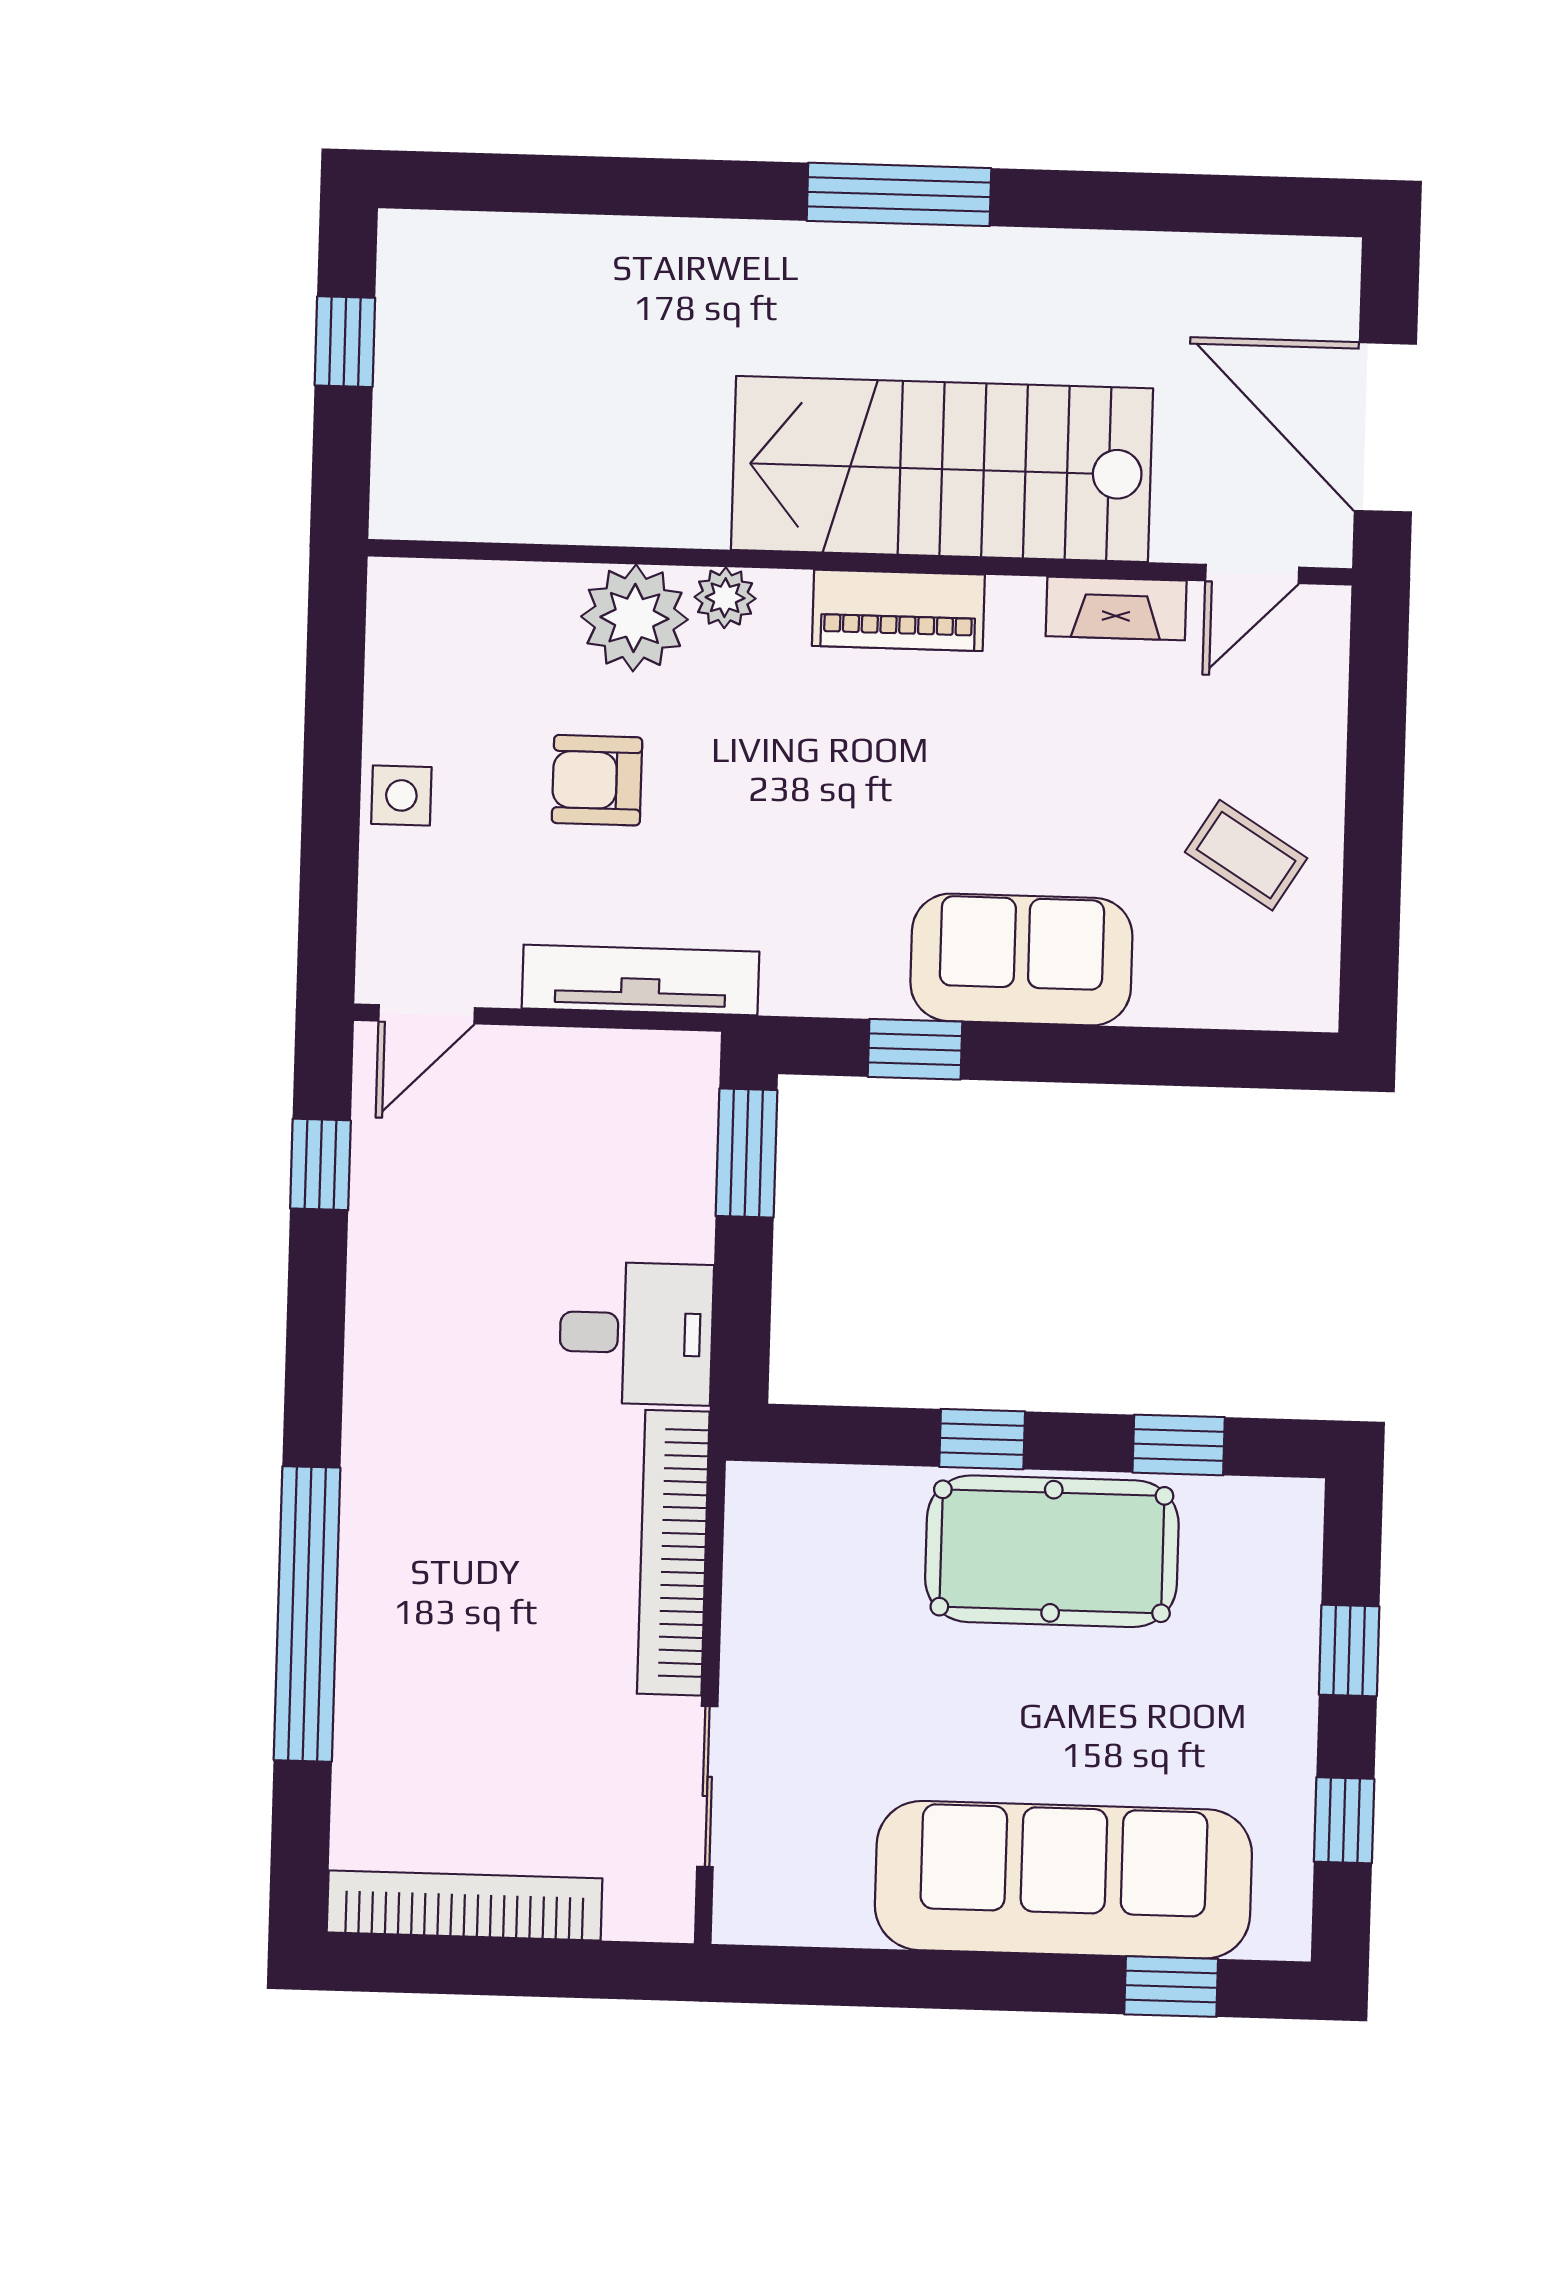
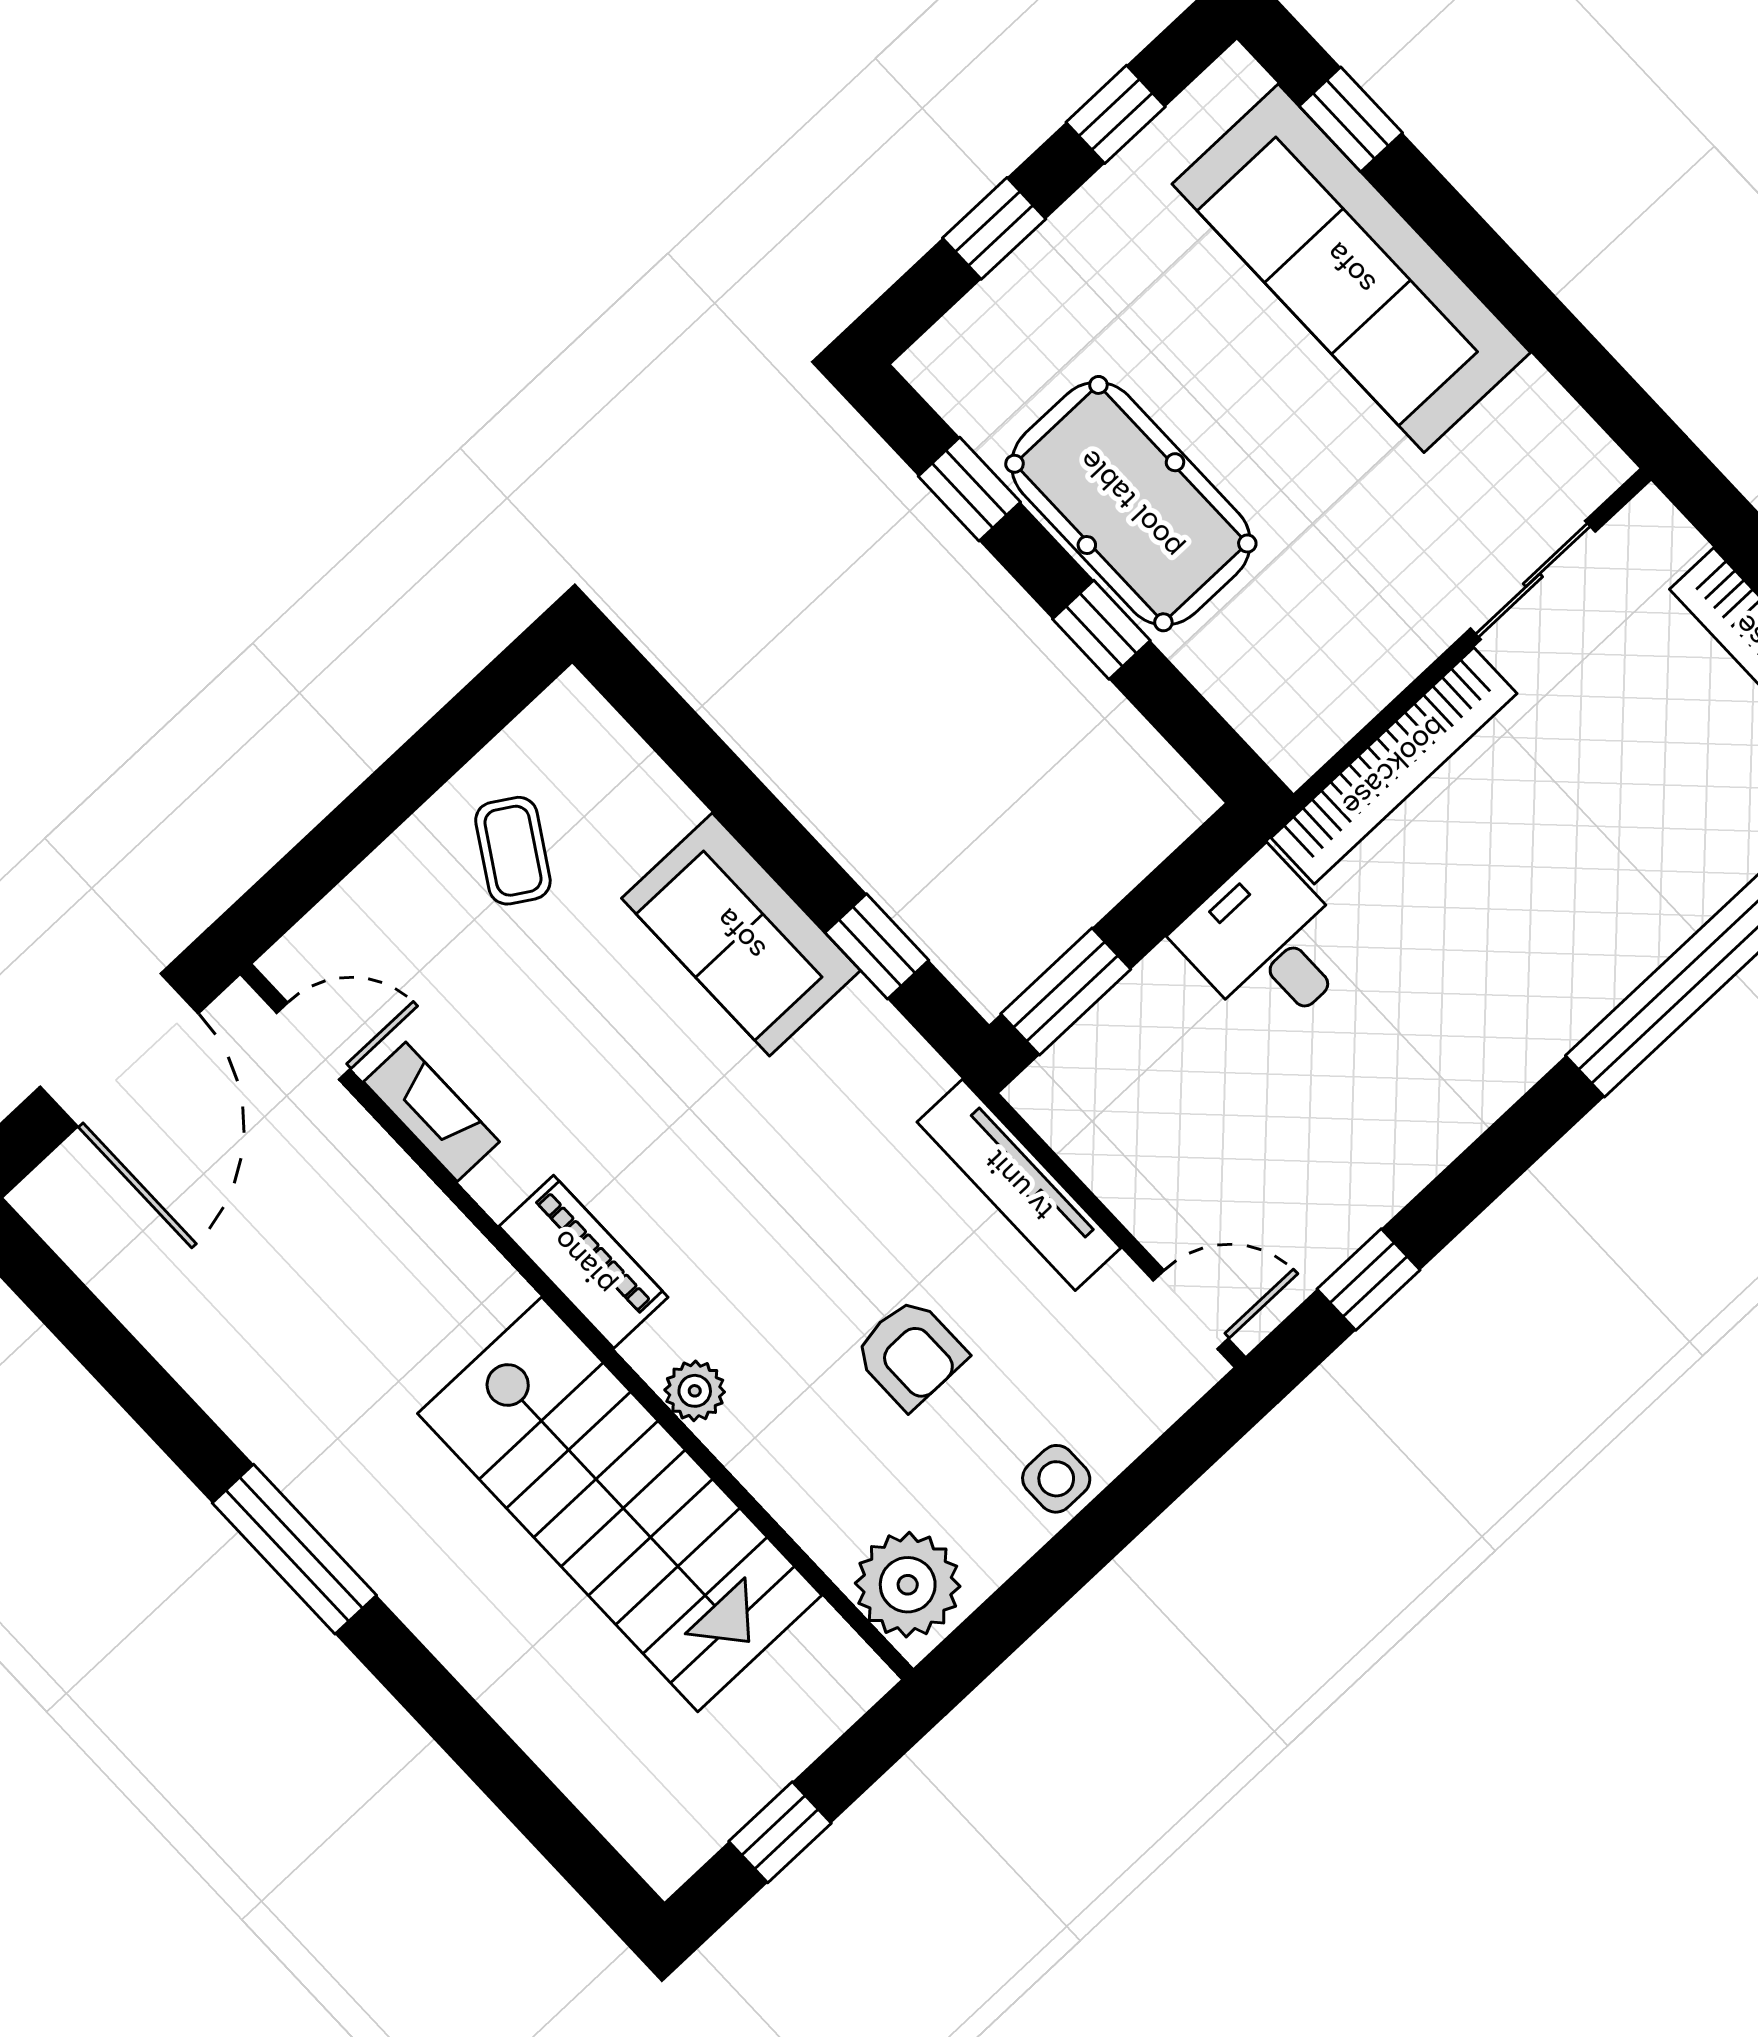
stairs: (942, 469) -> (620, 1504), moved
plant: (634, 618) -> (908, 1585), moved

